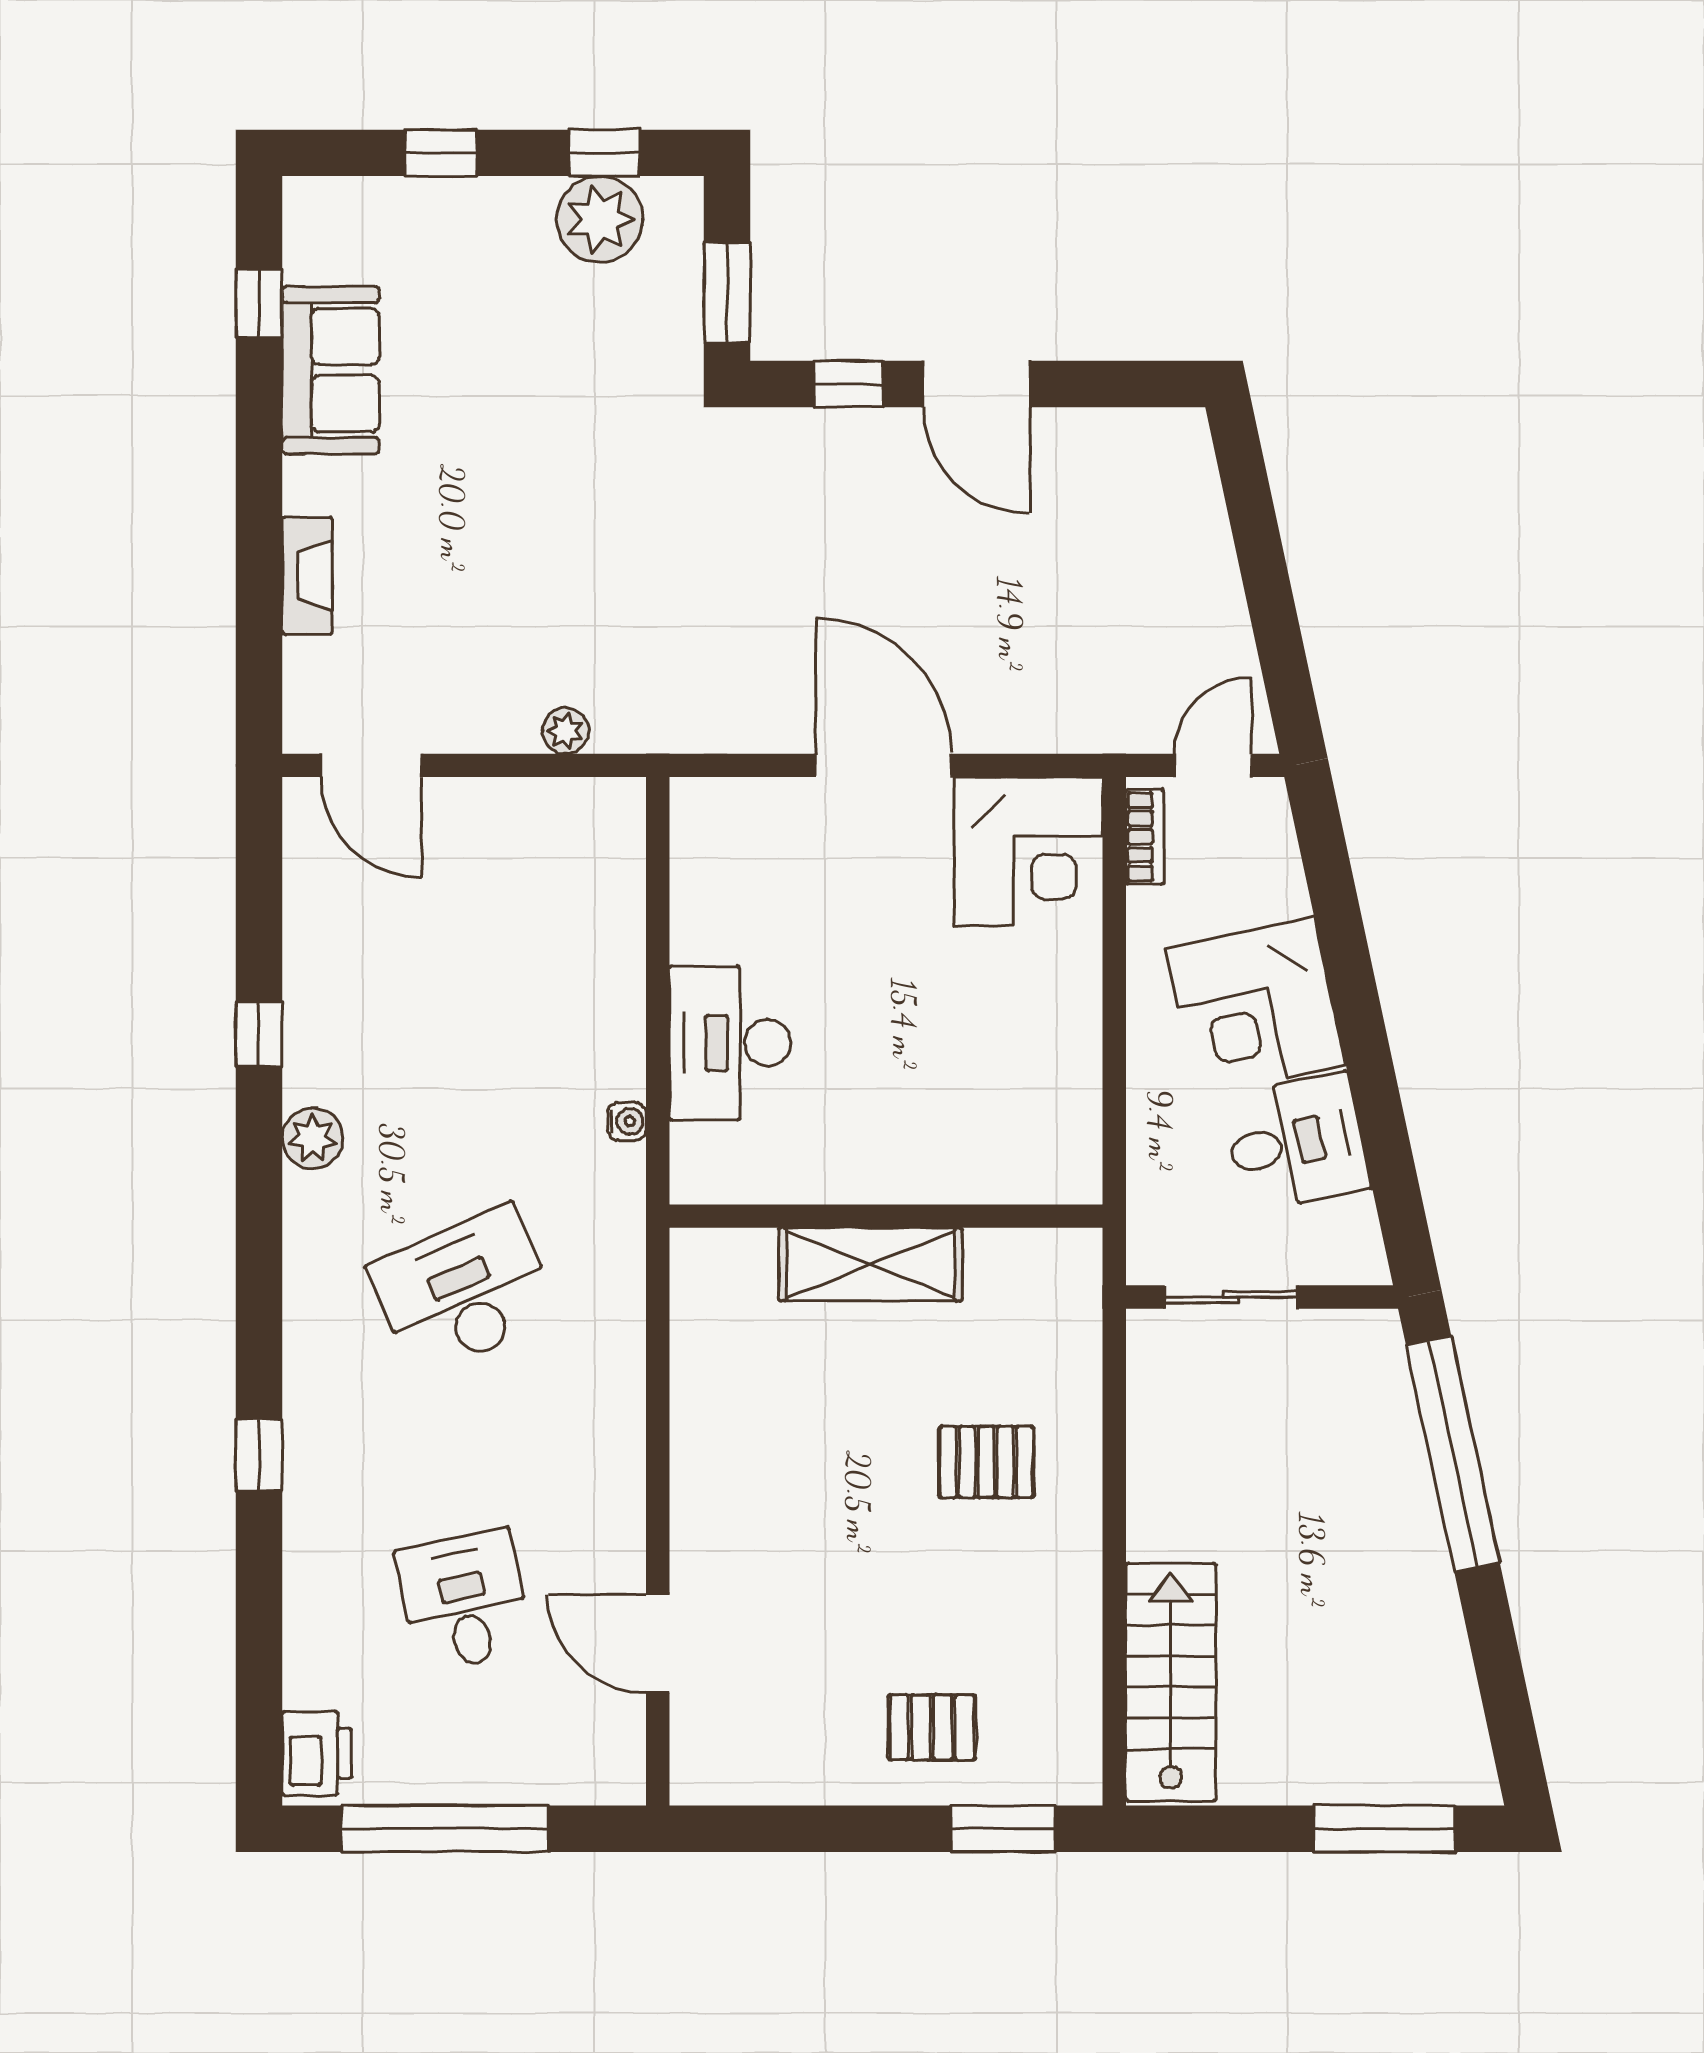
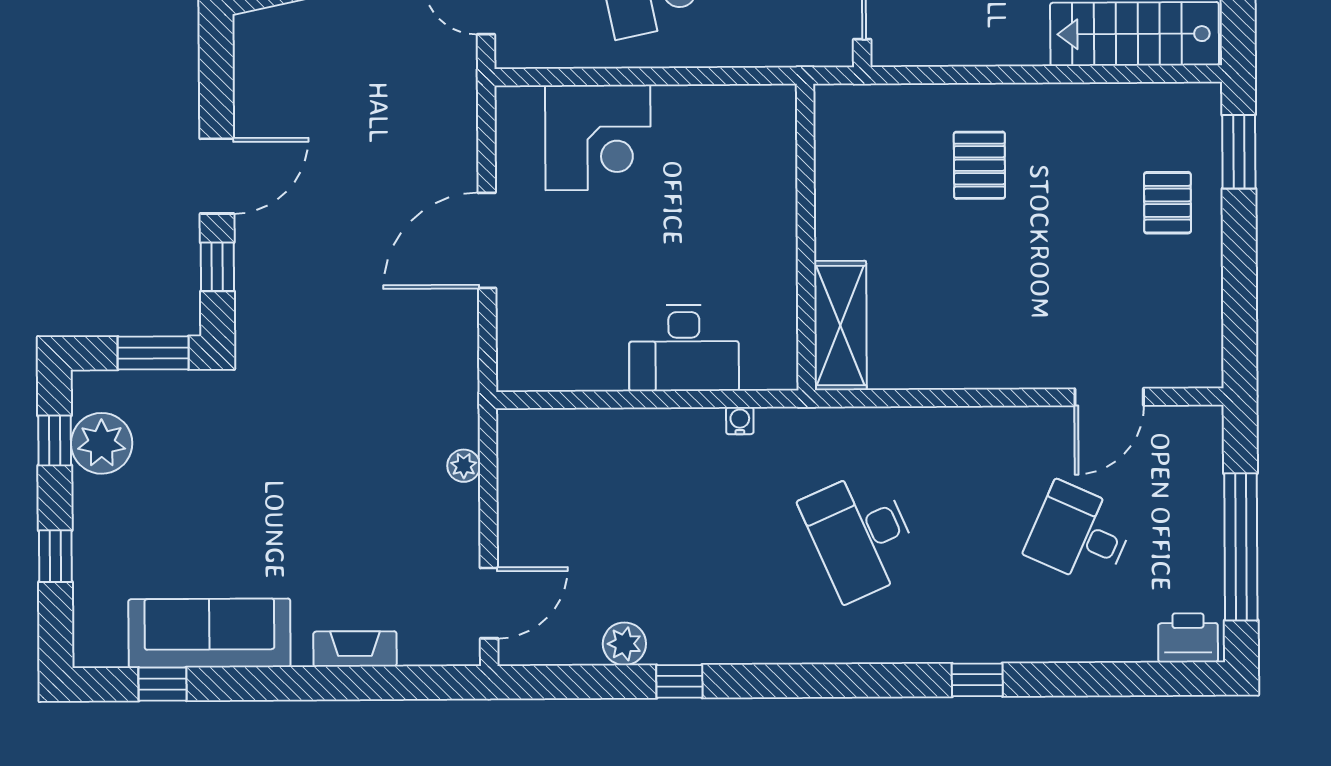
sofa: (331, 370) -> (209, 633), width x1.36
bookcase: (1145, 837) -> (537, 55), removed
corner desk: (1028, 851) -> (598, 137), moved, turned 90
plant: (313, 1138) -> (624, 644), moved
shelving: (871, 1264) -> (840, 325), moved
desk: (464, 1601) -> (1080, 534), turned 36

